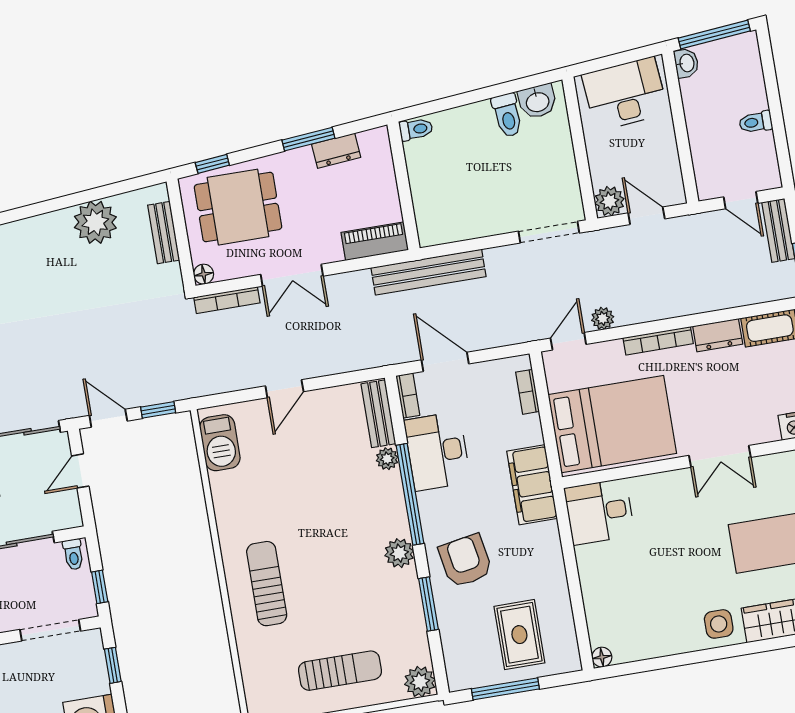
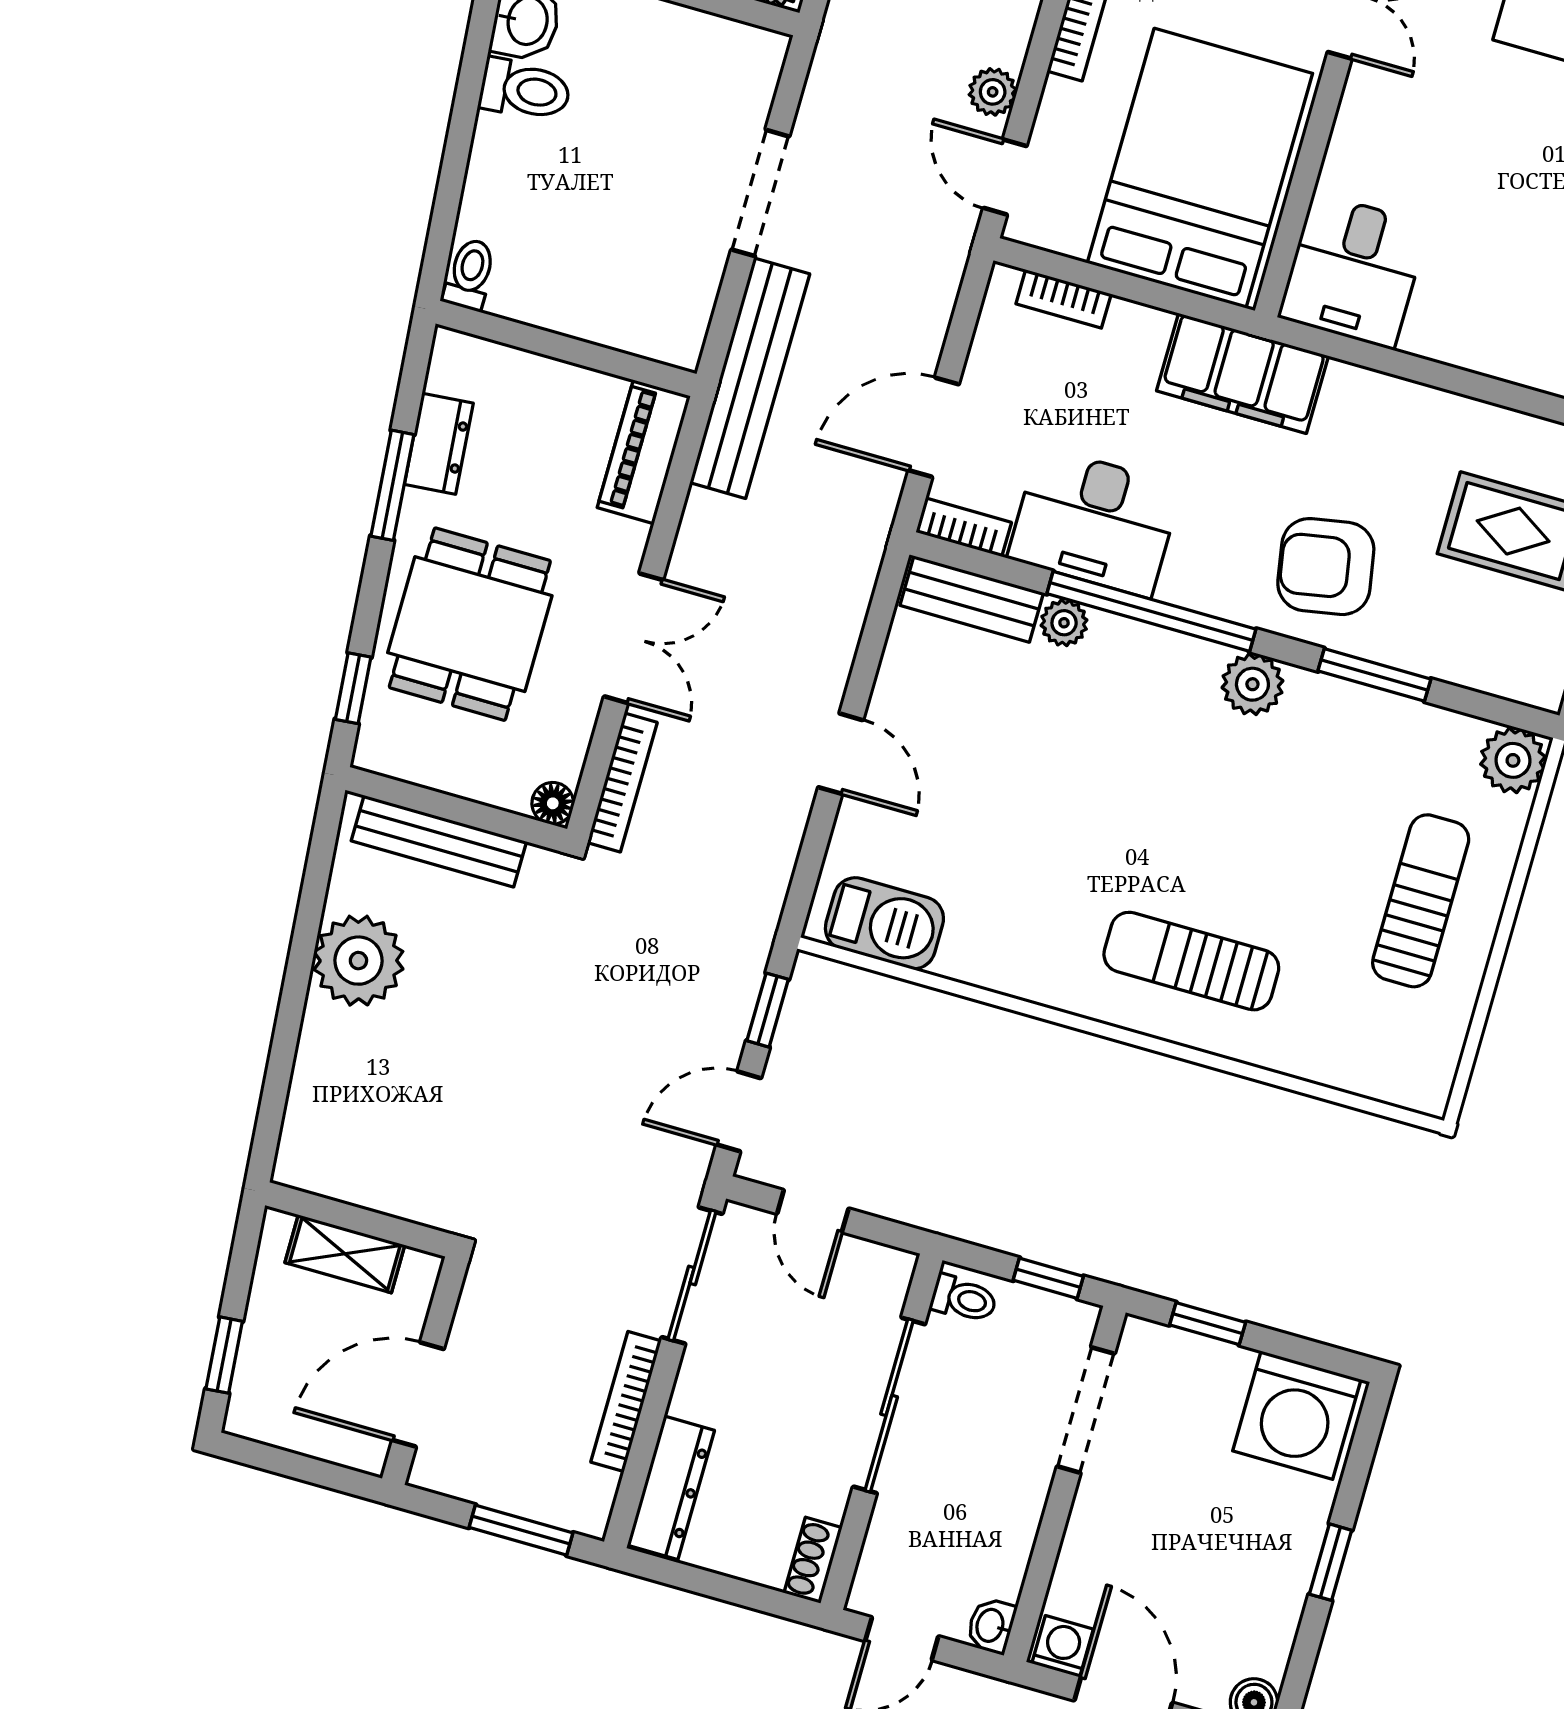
dining table: (238, 207) -> (470, 624), moved
doorway: (549, 232) -> (760, 193), moved
bench: (164, 233) -> (439, 841), width x1.36

